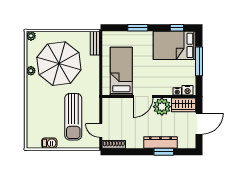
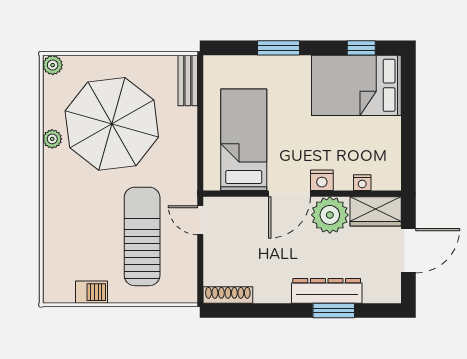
window: (199, 61) -> (408, 119), removed
nightstand: (188, 90) -> (322, 180), moved
sun lounger: (73, 117) -> (142, 236), turned 180
door: (101, 131) -> (200, 220), moved

